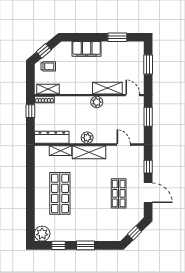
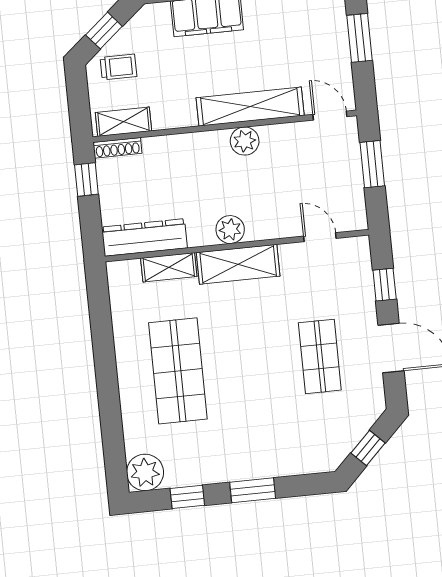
shelving: (107, 88) -> (250, 107), width x1.47

